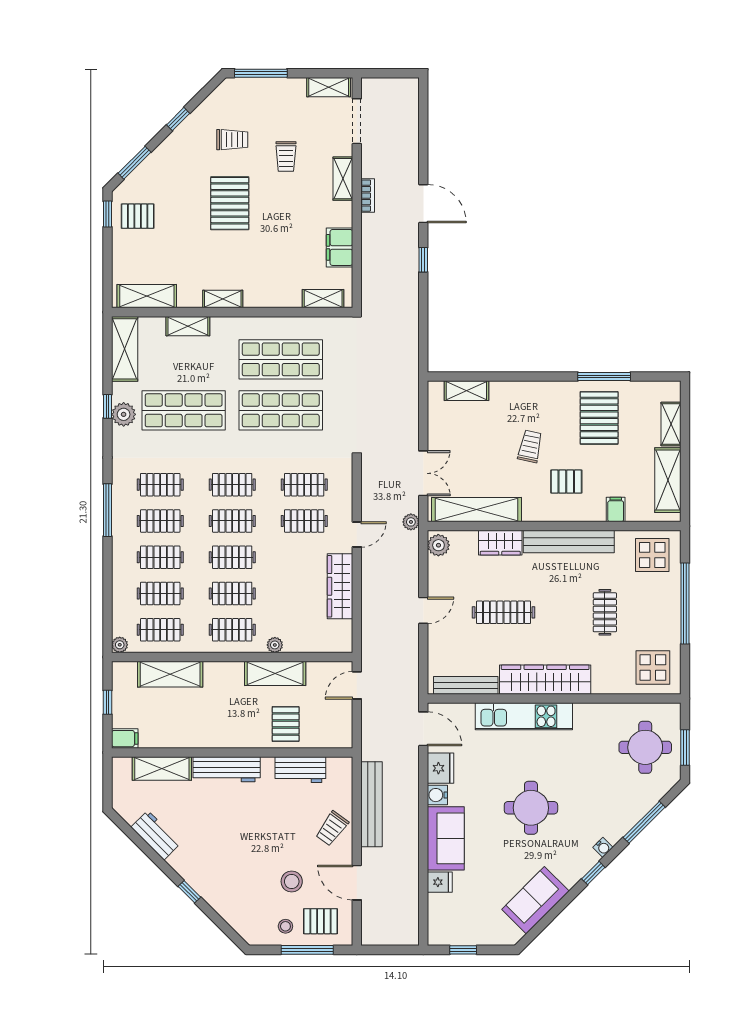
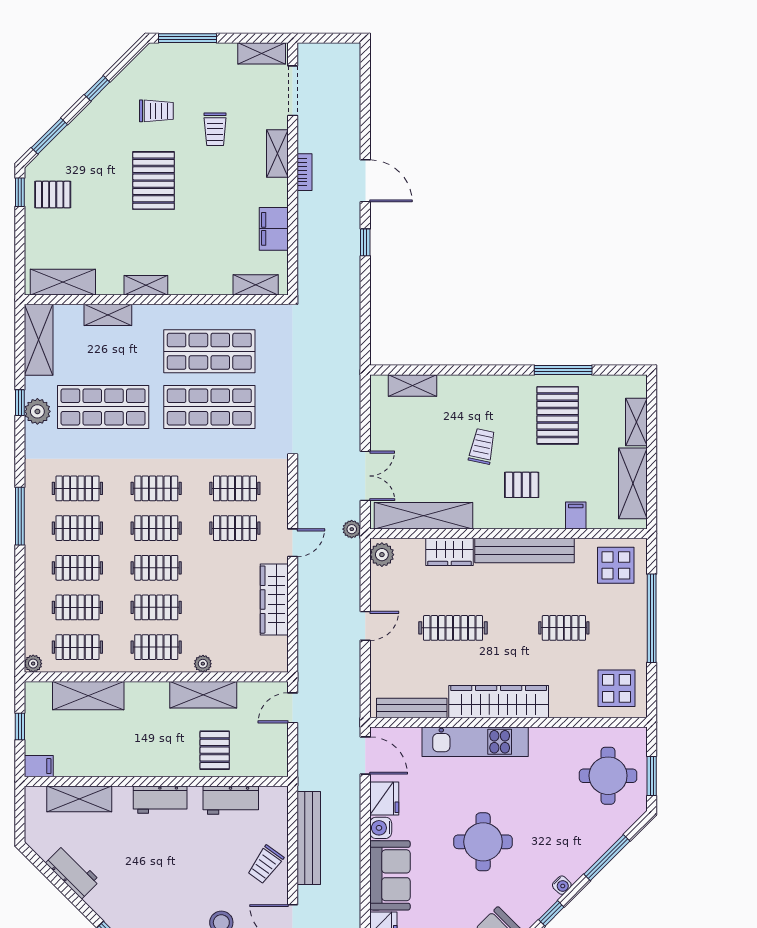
clothes rail: (605, 612) -> (564, 628), turned 90
workbench: (227, 769) -> (160, 800), width x0.73

